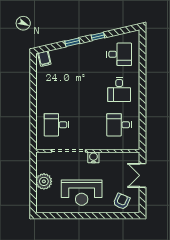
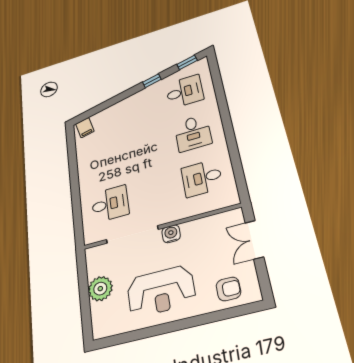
window: (72, 42) -> (187, 62), moved
desk: (56, 125) -> (110, 204), turned 180
armchair: (122, 201) -> (228, 289), turned 66

